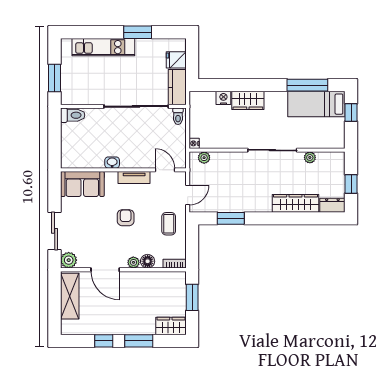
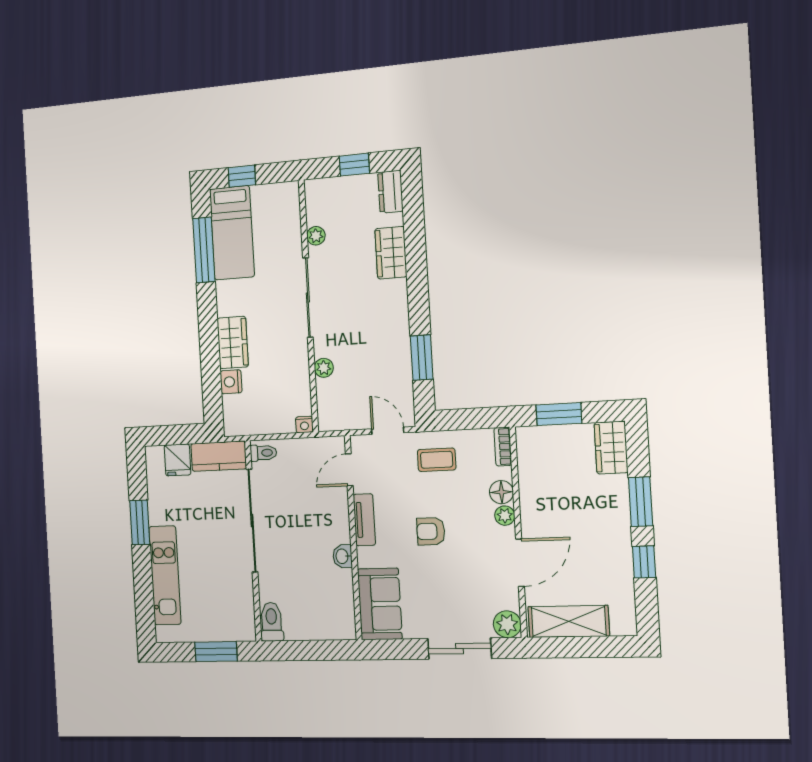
plant: (204, 158) -> (324, 368), moved
wardrobe: (295, 203) -> (391, 253), width x0.67

